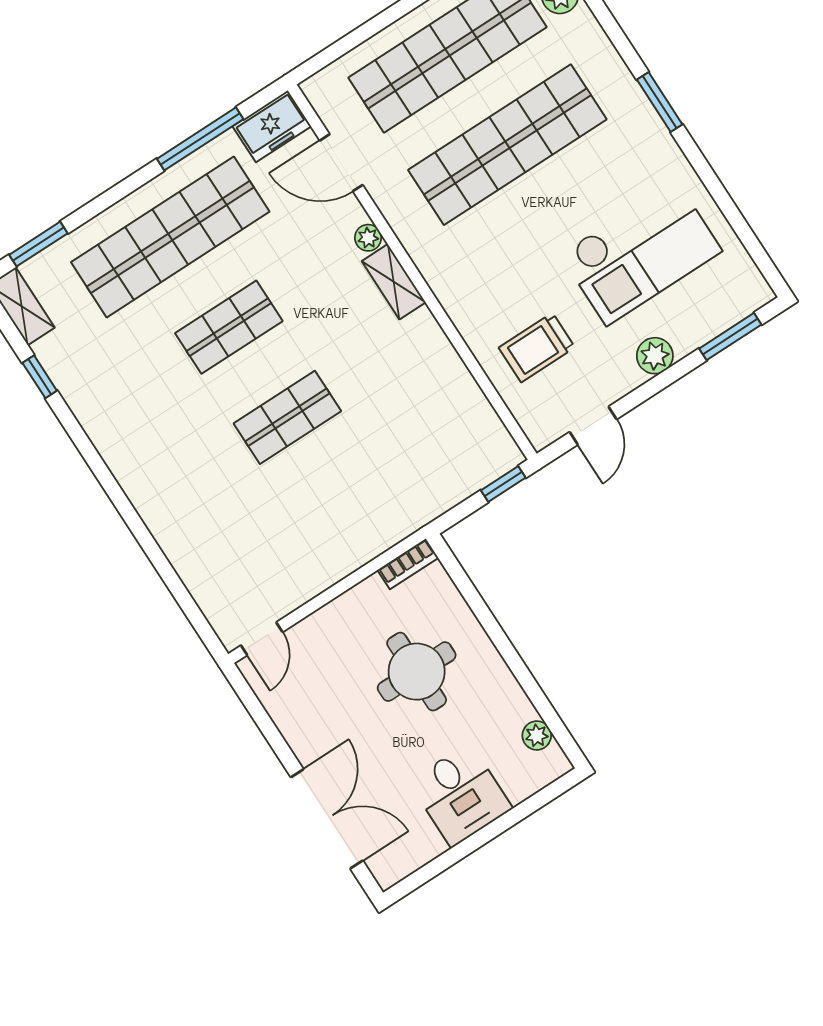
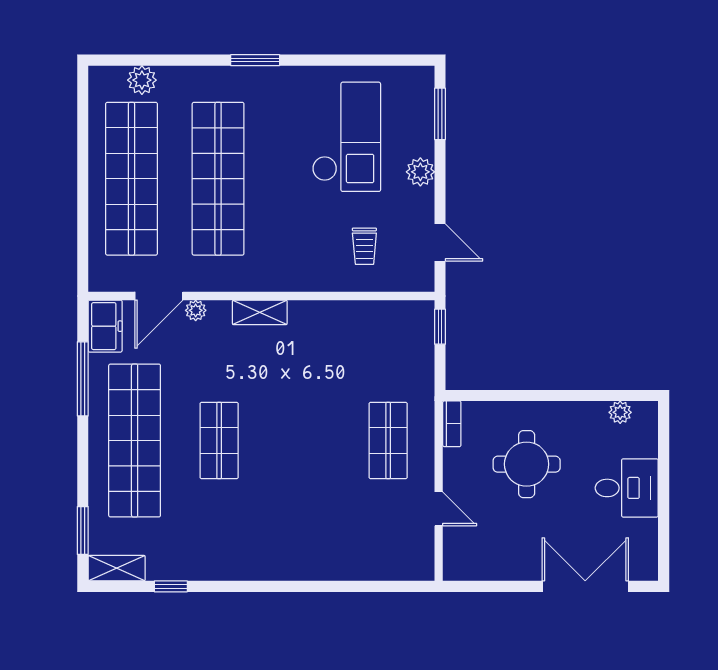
plant: (368, 238) -> (196, 310), moved
trolley: (537, 348) -> (364, 246), width x0.73, depth x0.72
shop shelf: (287, 417) -> (388, 440), moved
door: (262, 639) -> (439, 509), moved

